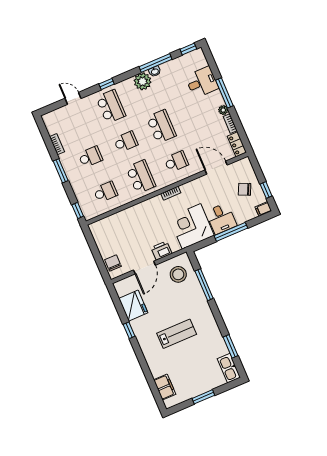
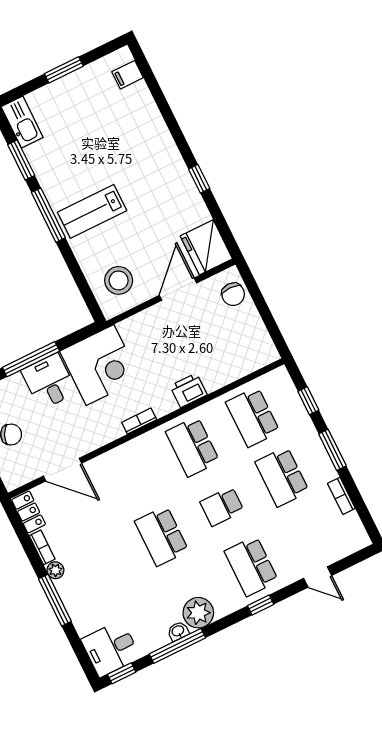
desk: (202, 82) -> (111, 649), moved
school desk: (90, 157) -> (282, 477), width x1.85
school desk: (176, 162) -> (132, 476), removed
school desk: (105, 192) -> (253, 417), width x1.85
window: (78, 211) -> (308, 401), moved
printer: (161, 251) -> (189, 390), moved, turned 180
window: (204, 285) -> (48, 215), moved
fridge: (133, 306) -> (206, 247), moved
lab bench: (177, 334) -> (92, 211), moved
filing cabinet: (165, 387) -> (128, 75), width x0.50

